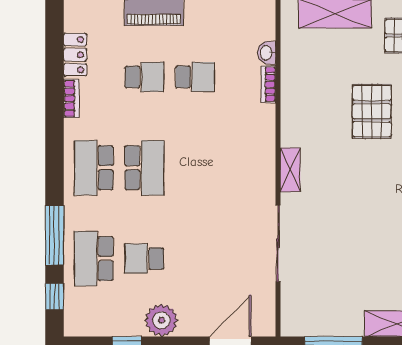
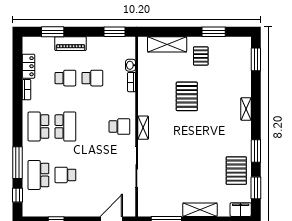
school desk: (246, 168) -> (119, 127), added
plant: (161, 320) -> (75, 208), removed

